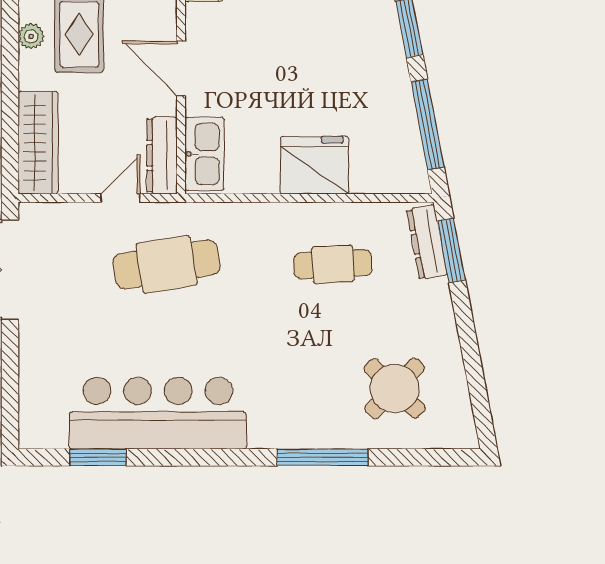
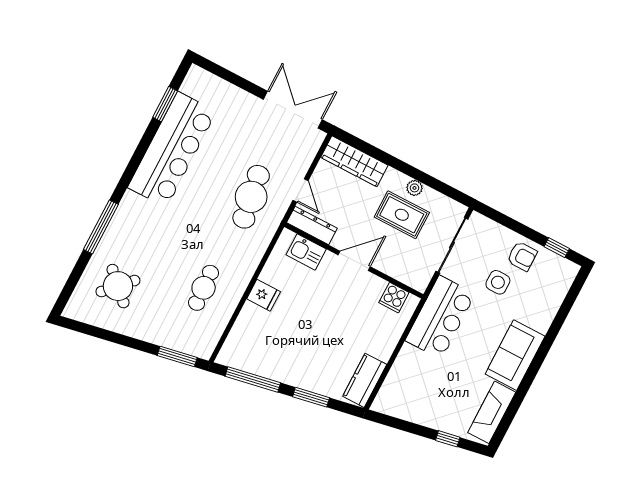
kitchen sink: (204, 154) -> (306, 252), width x0.73
fridge: (314, 165) -> (264, 295), width x0.53, depth x0.75
dresser: (427, 242) -> (189, 346), removed

